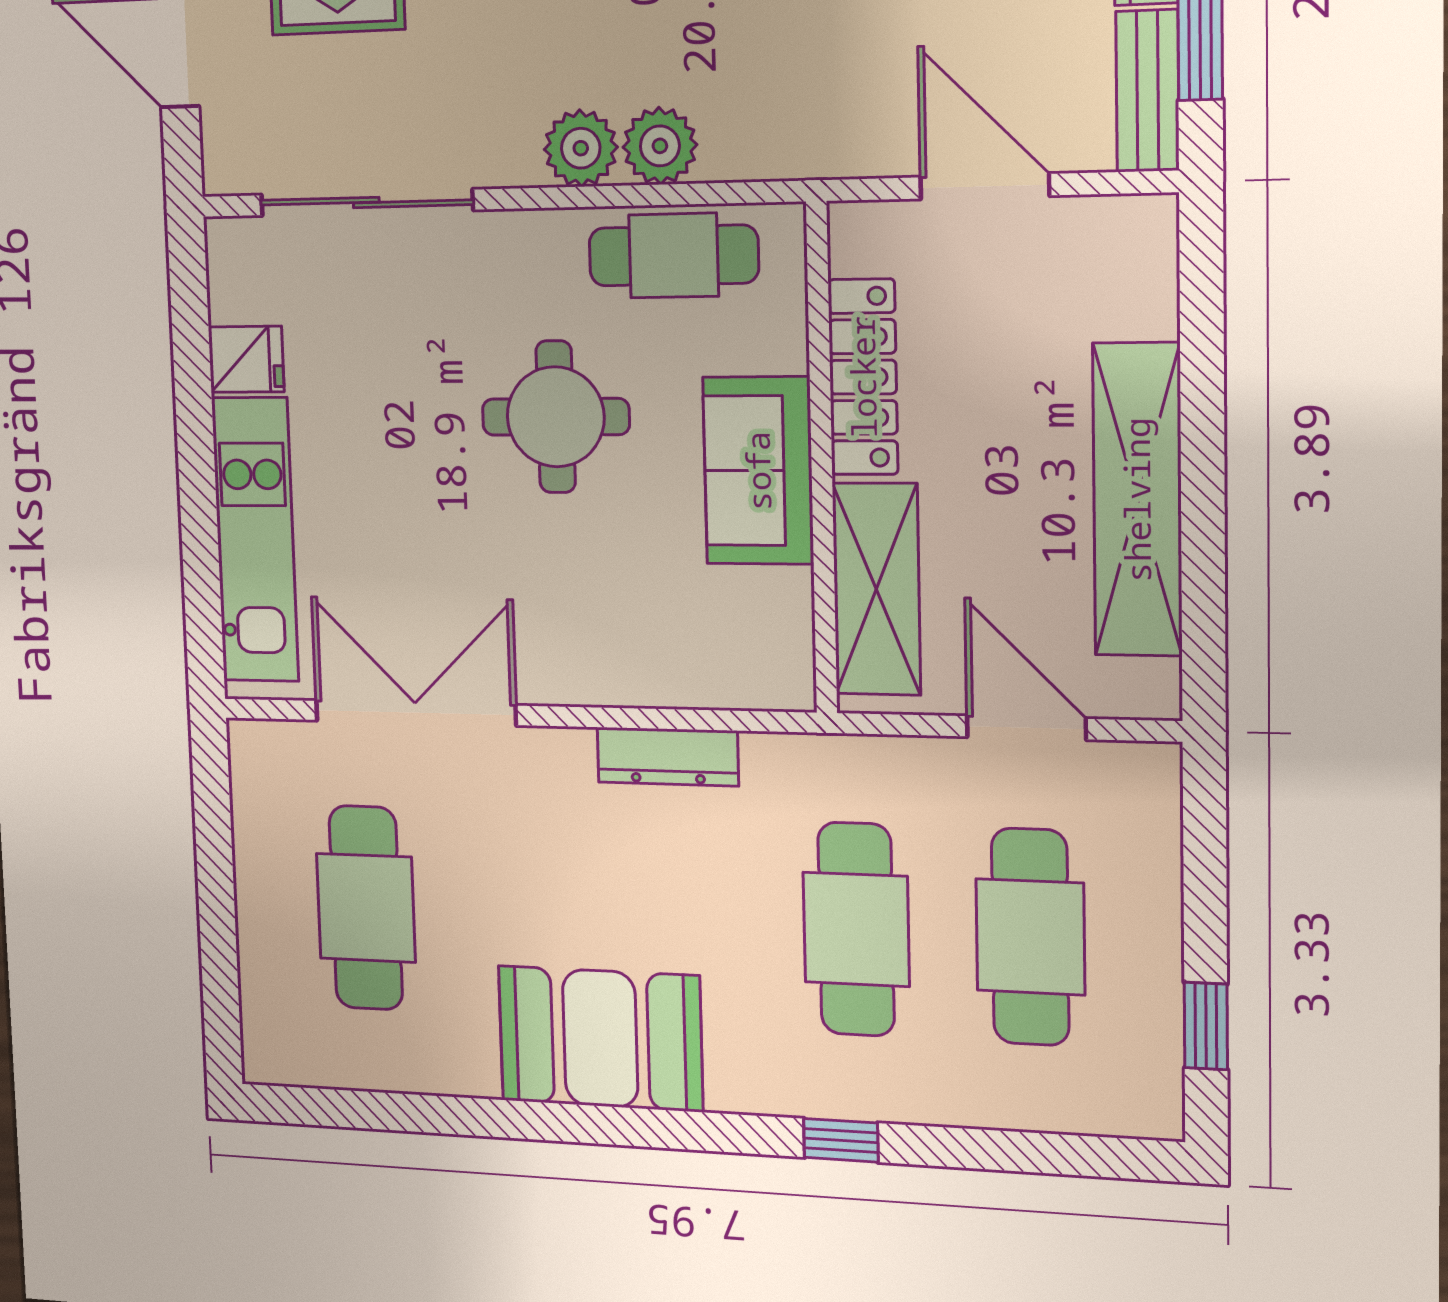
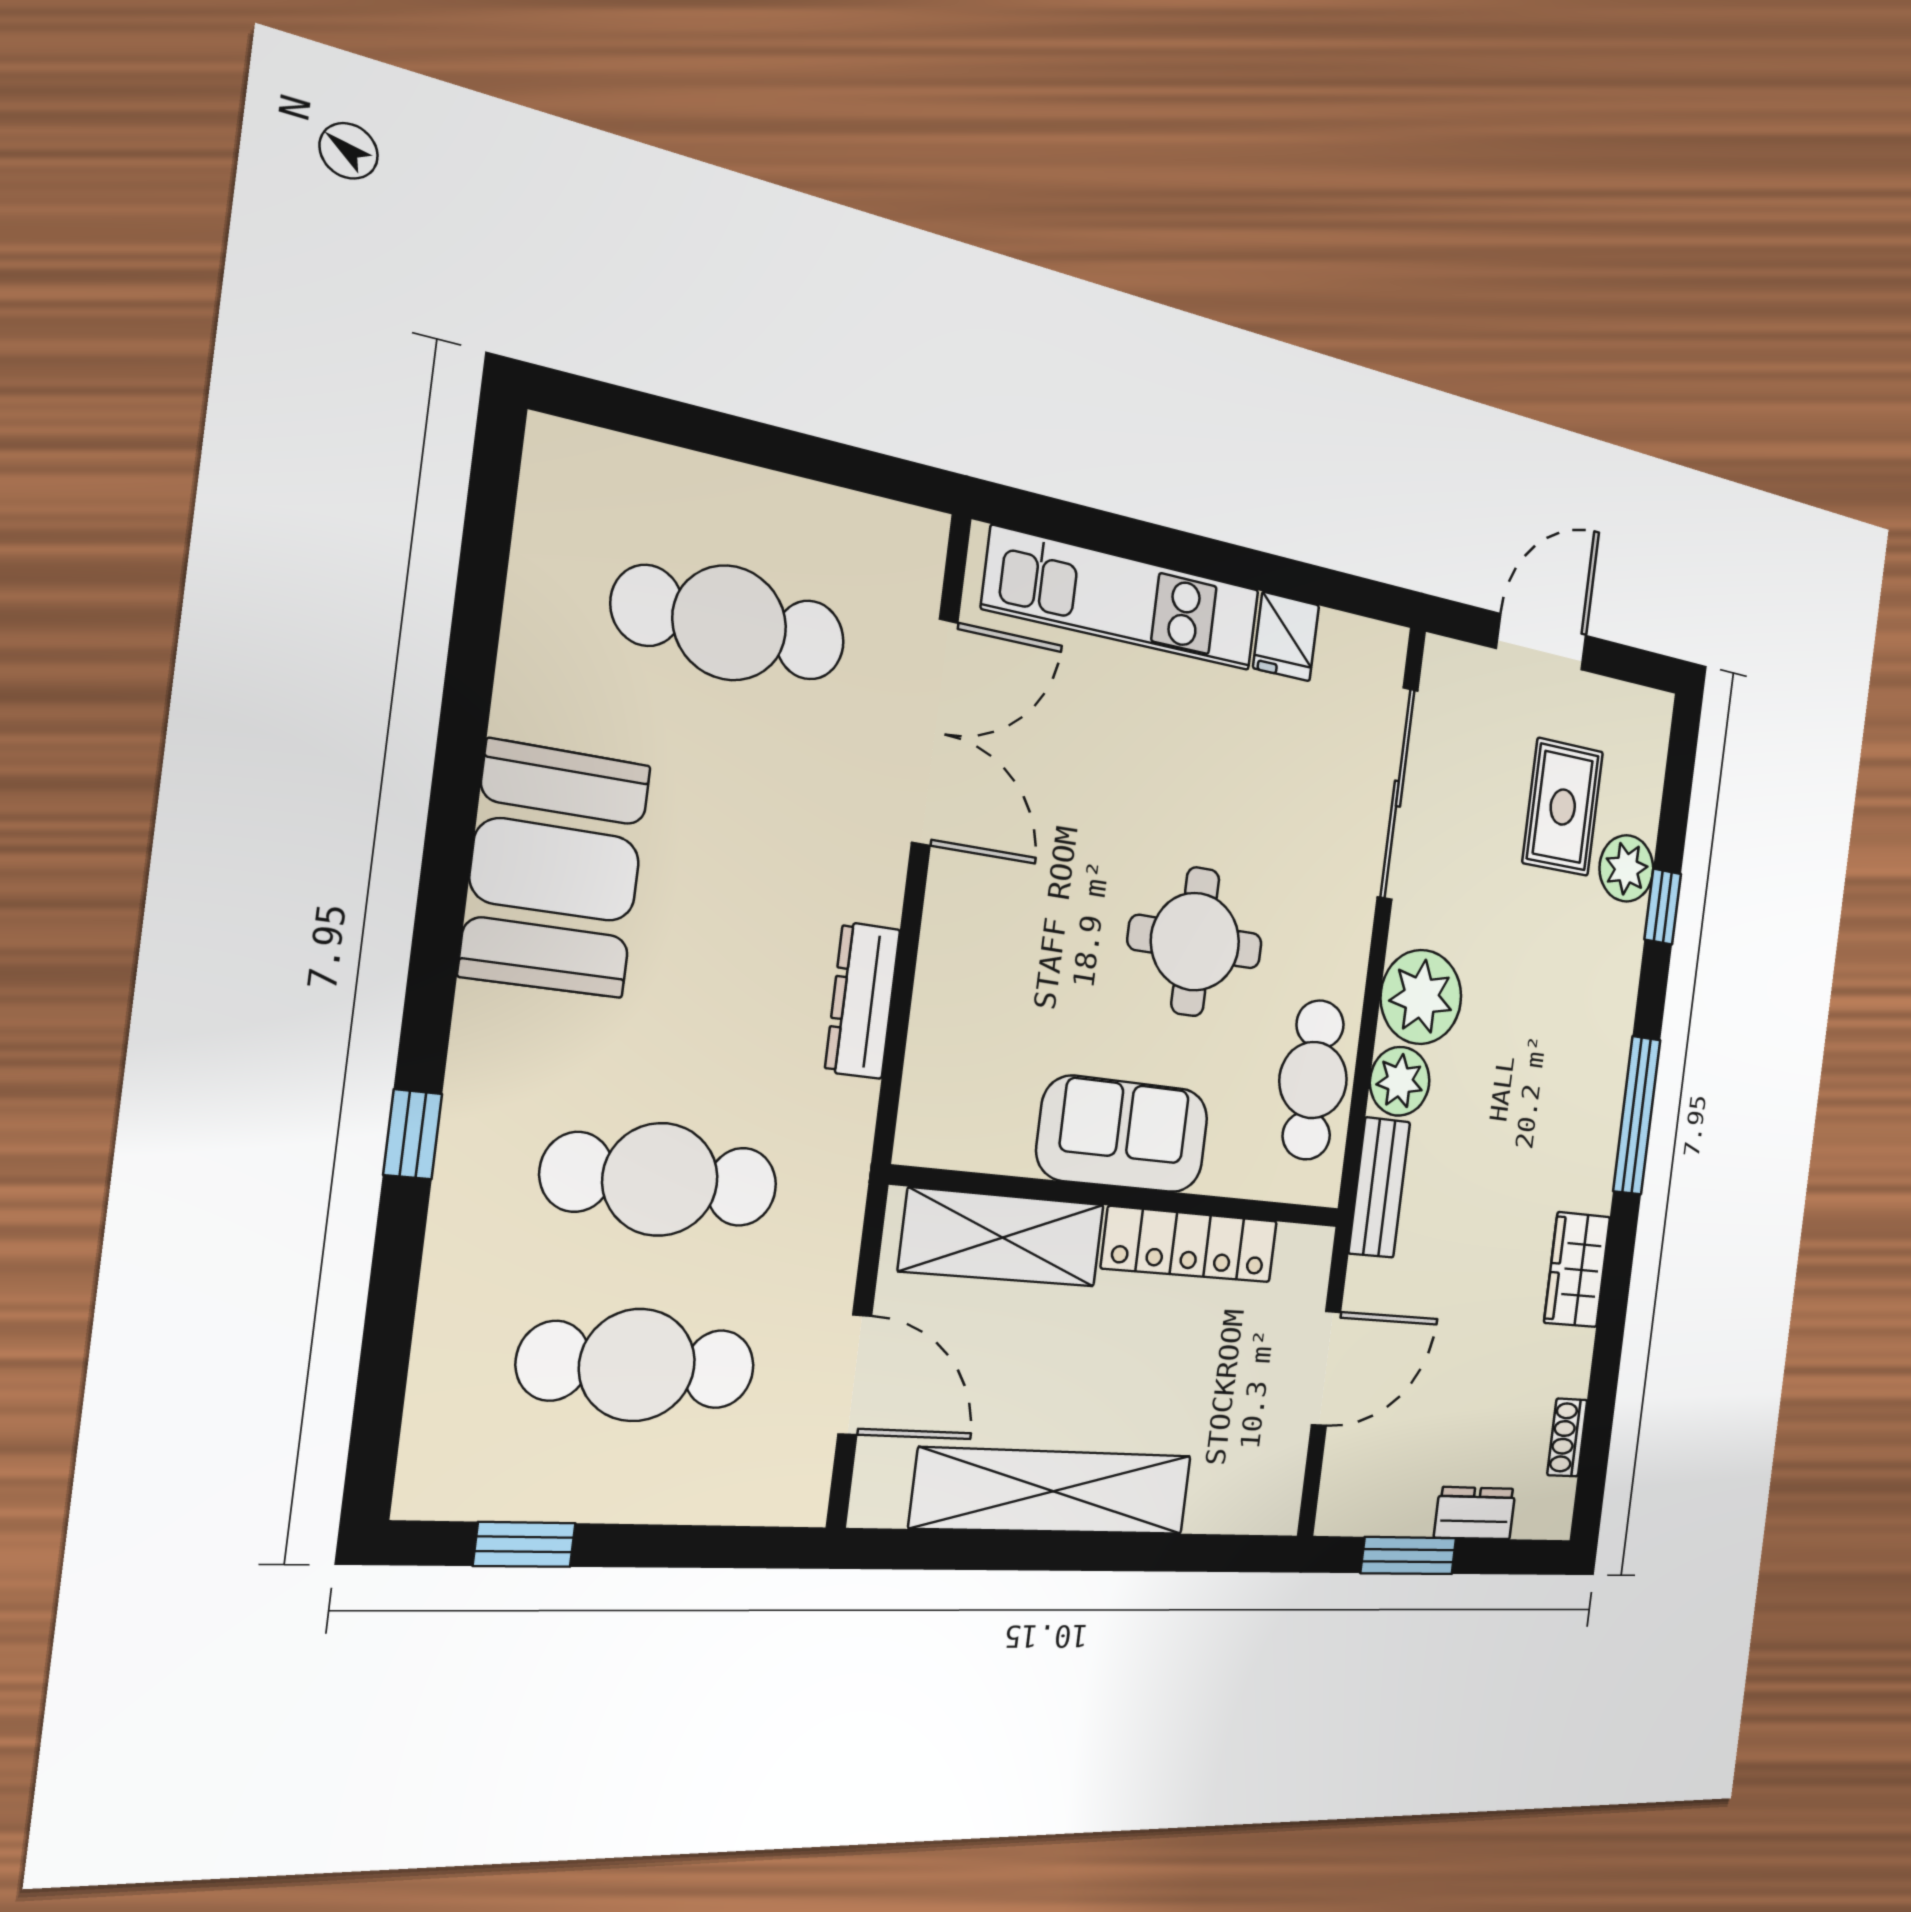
bench: (1147, 91) -> (1379, 1188), moved, turned 90
plant: (581, 148) -> (1421, 997), width x1.36, depth x1.36
door: (1026, 728) -> (855, 1375), hinge flipped

